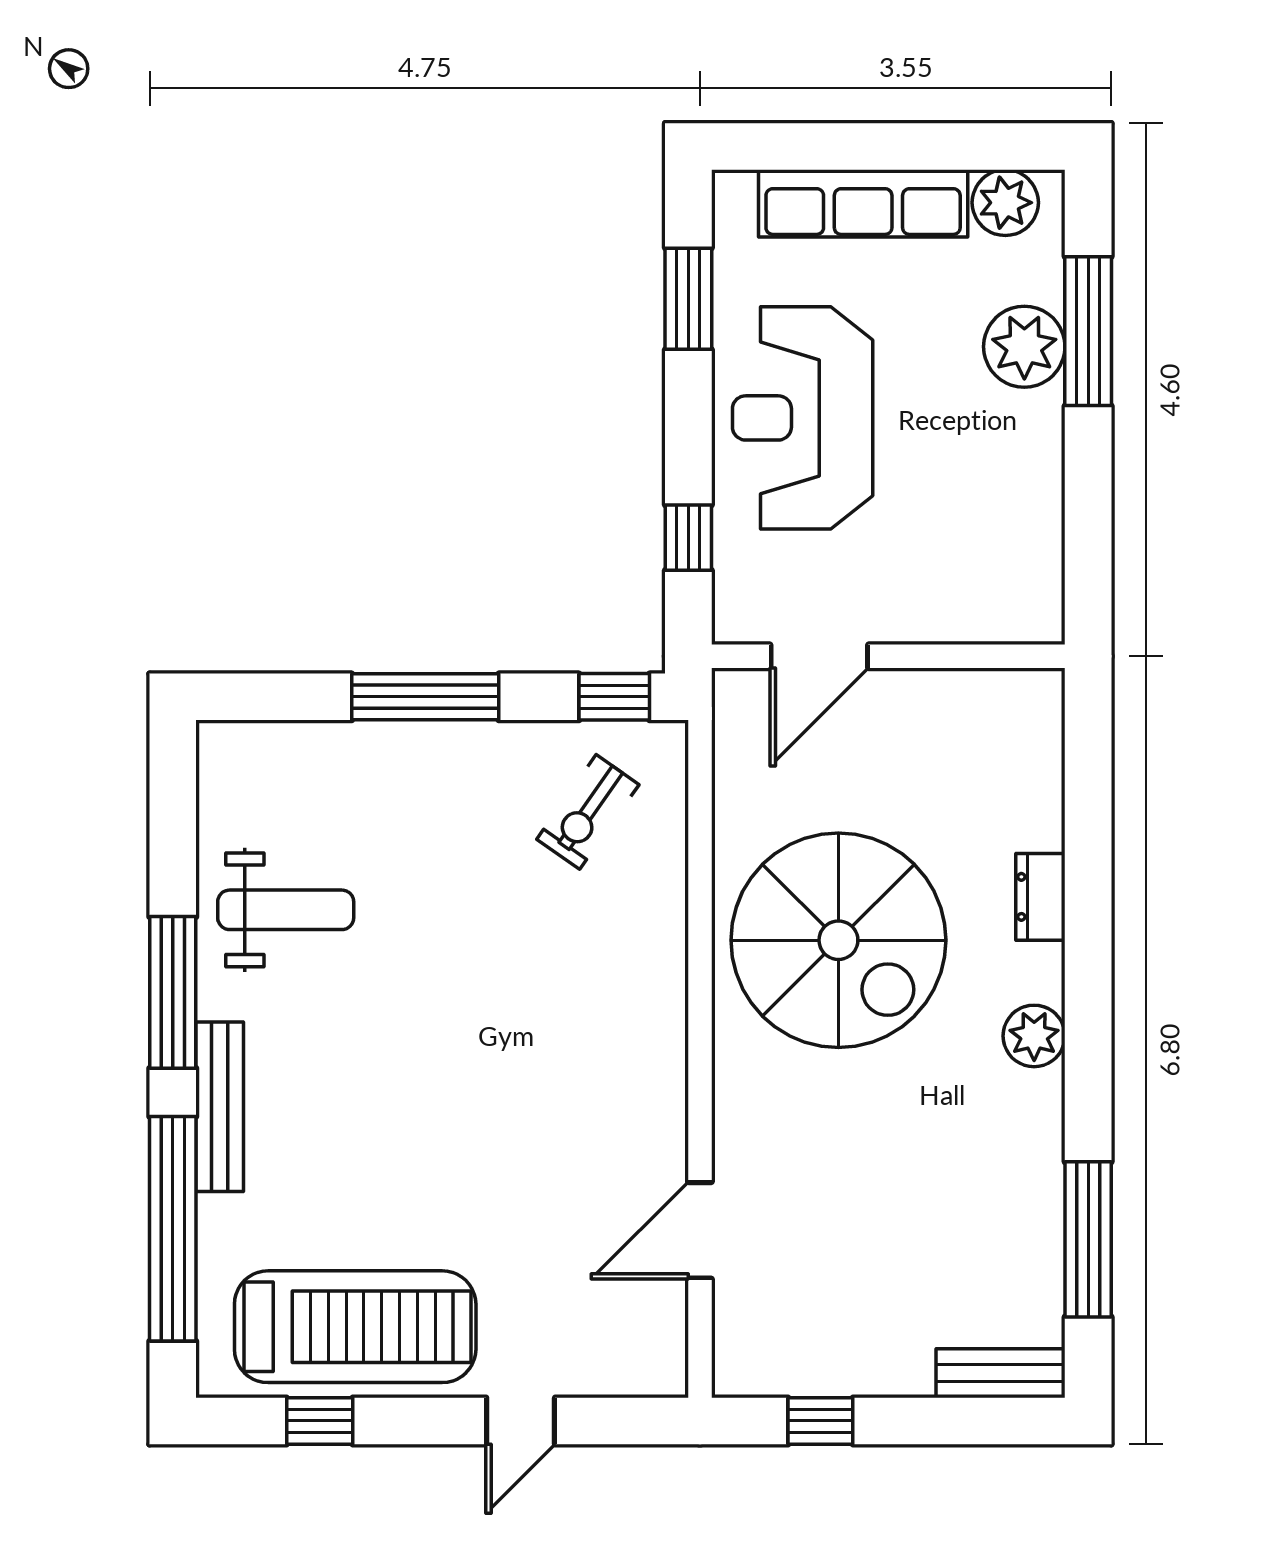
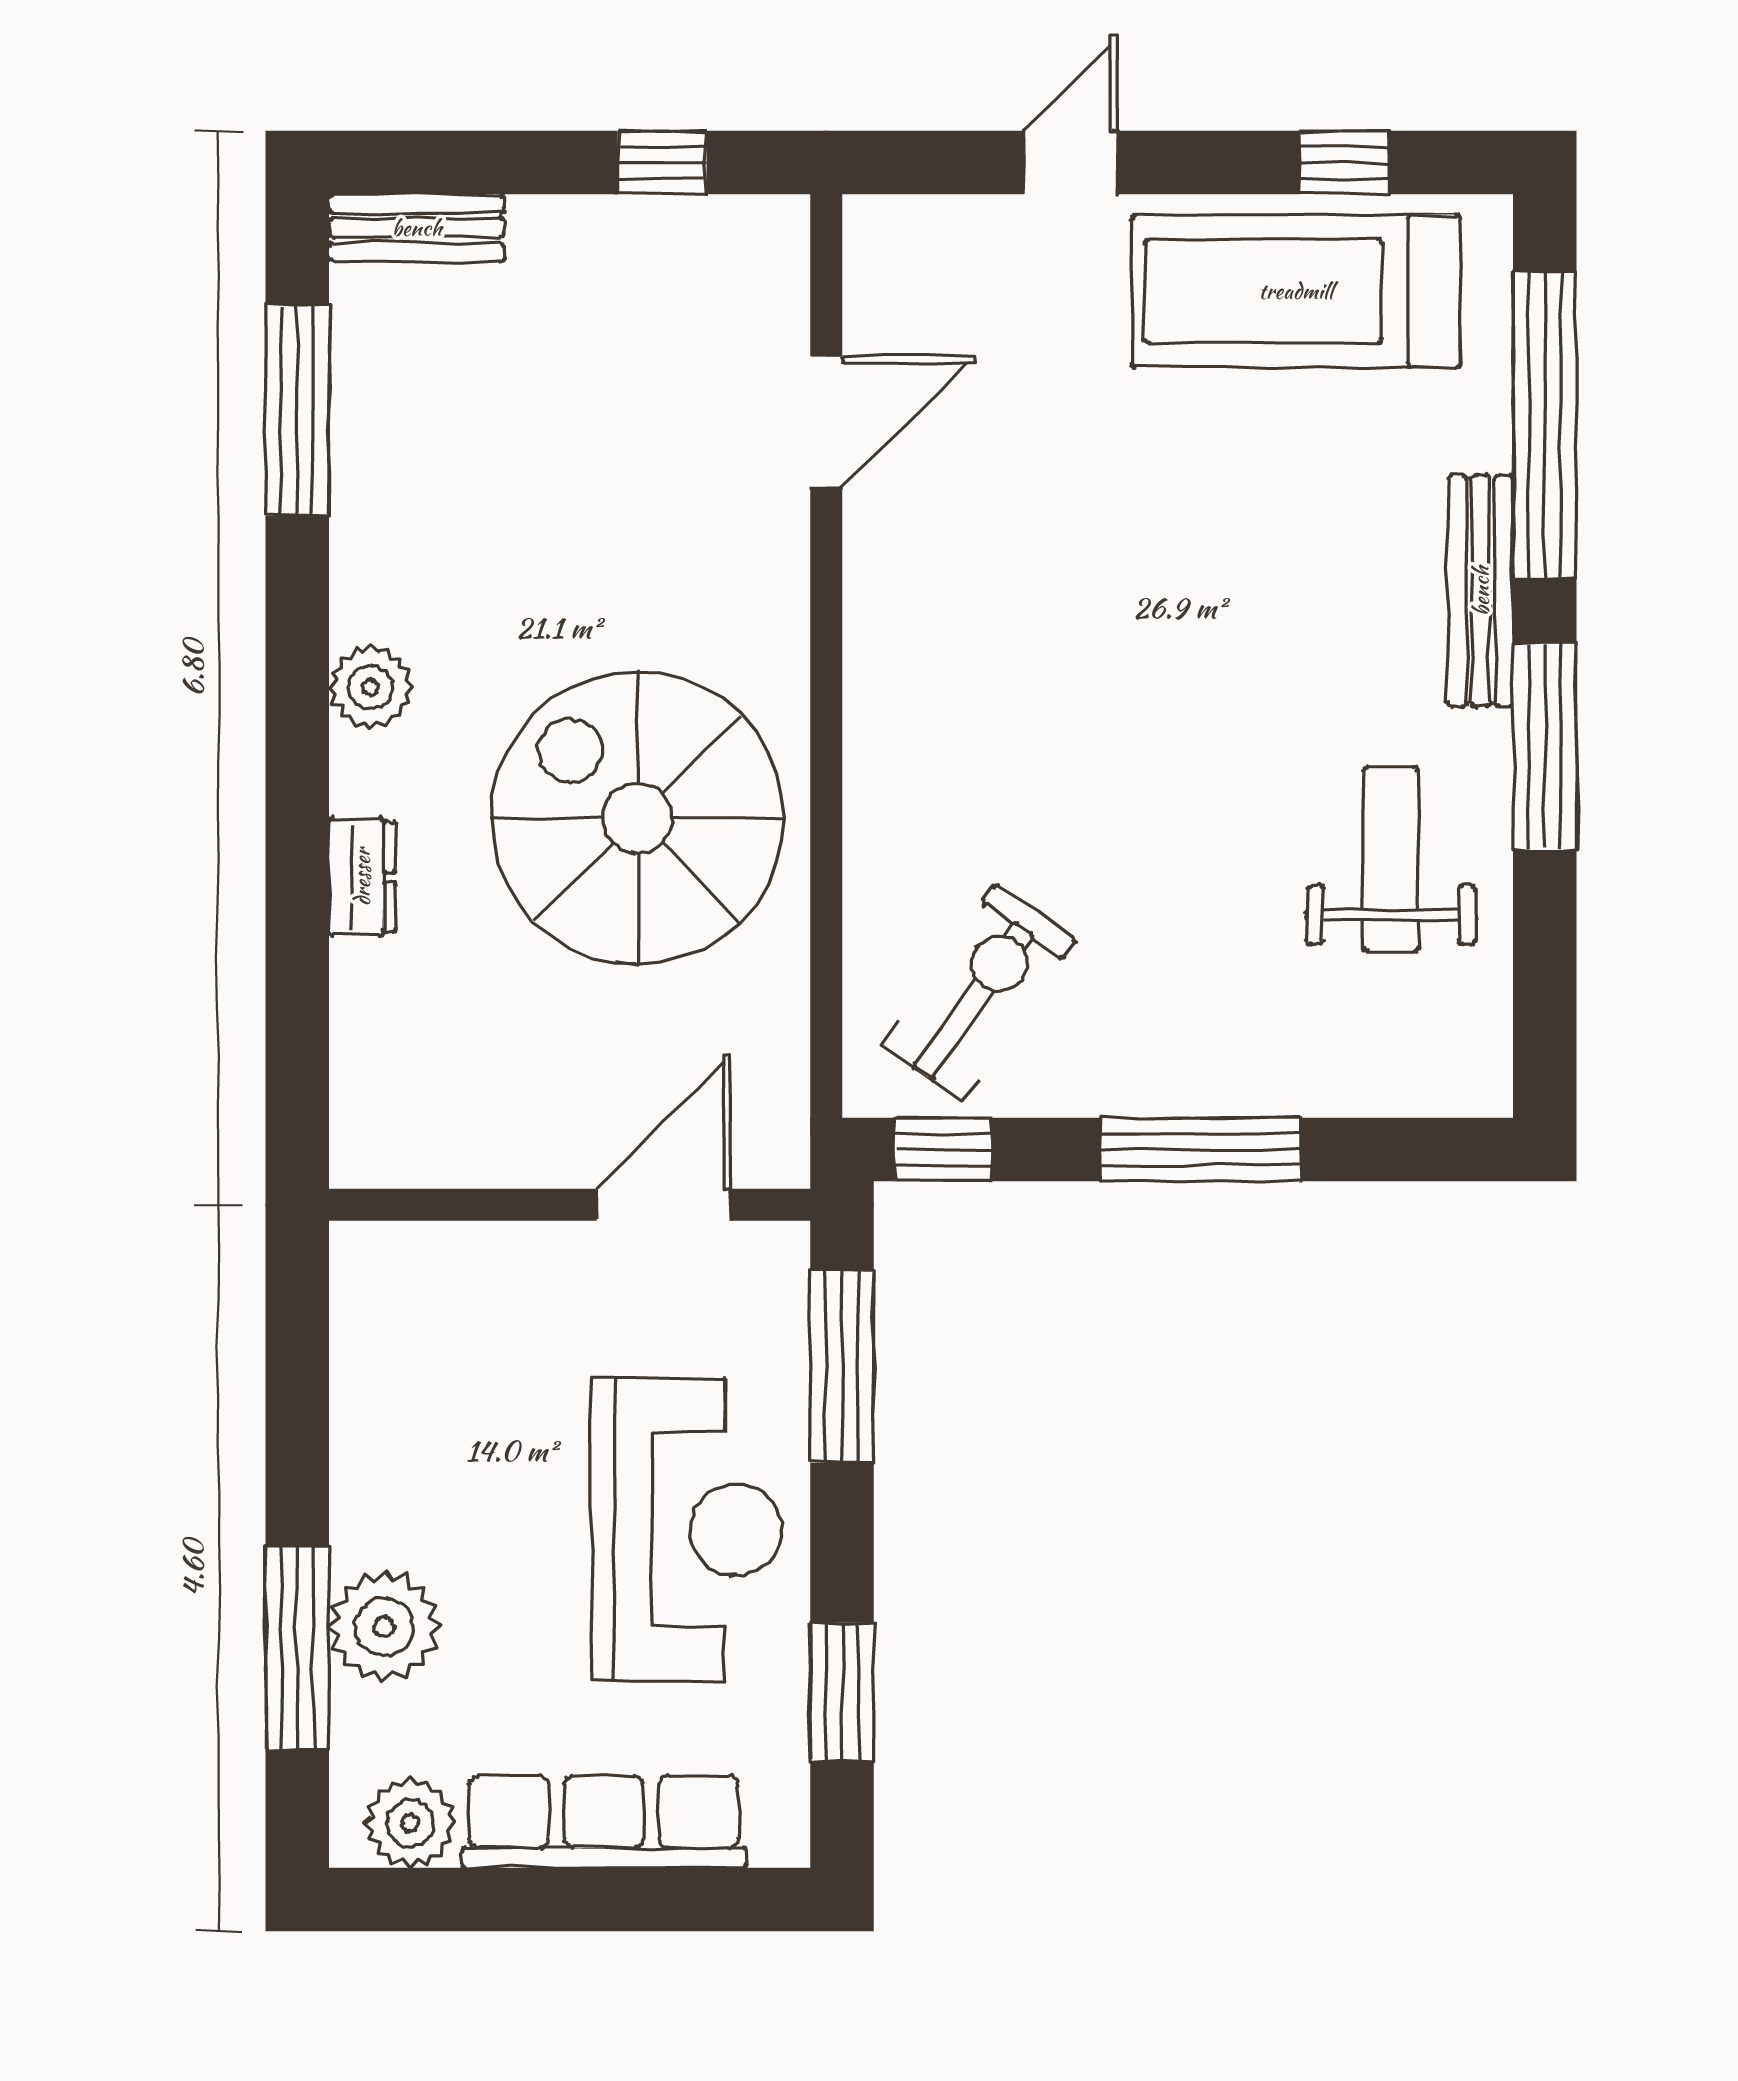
window: (688, 538) -> (842, 1366), width x2.17
exercise bike: (588, 812) -> (979, 993), width x1.38, depth x1.39
weight bench: (286, 910) -> (1391, 859), turned 90

